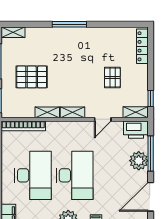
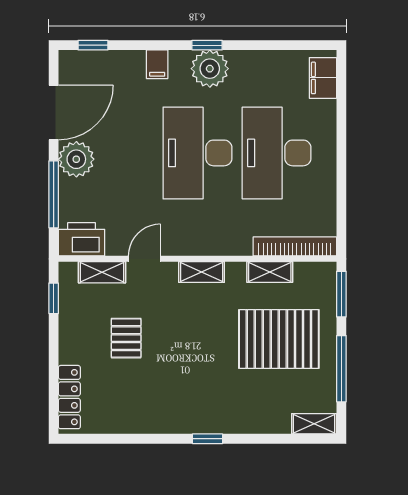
window: (69, 24) -> (208, 439), width x0.46
pallet: (32, 77) -> (279, 339), width x1.37, depth x1.41
shelving: (47, 112) -> (270, 272), moved
shelving: (136, 112) -> (102, 272), moved
plant: (139, 161) -> (76, 159), moved

